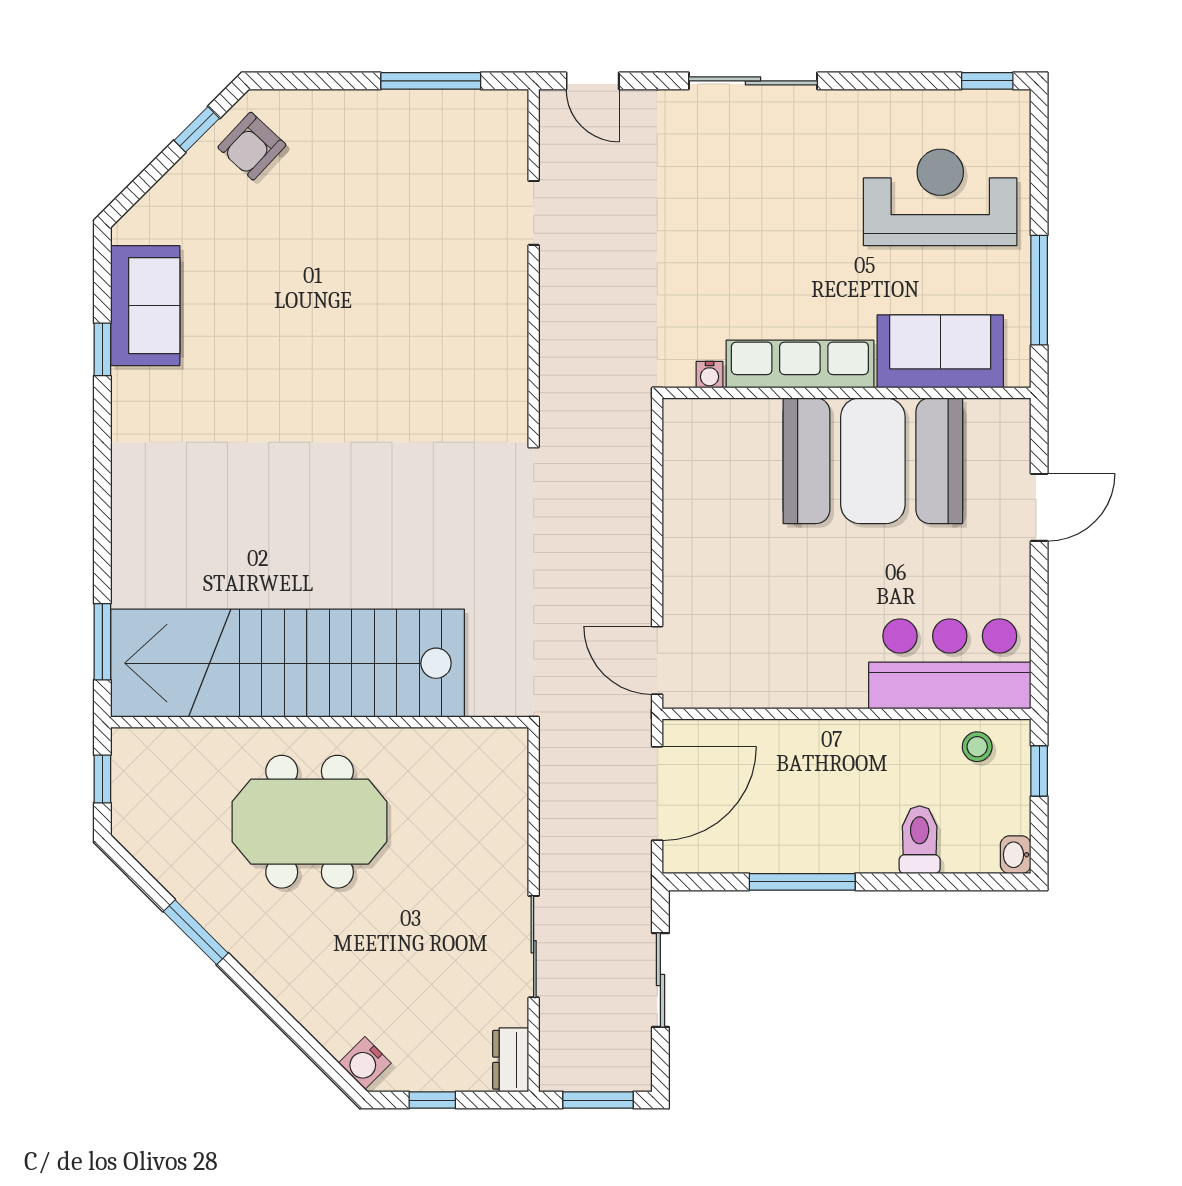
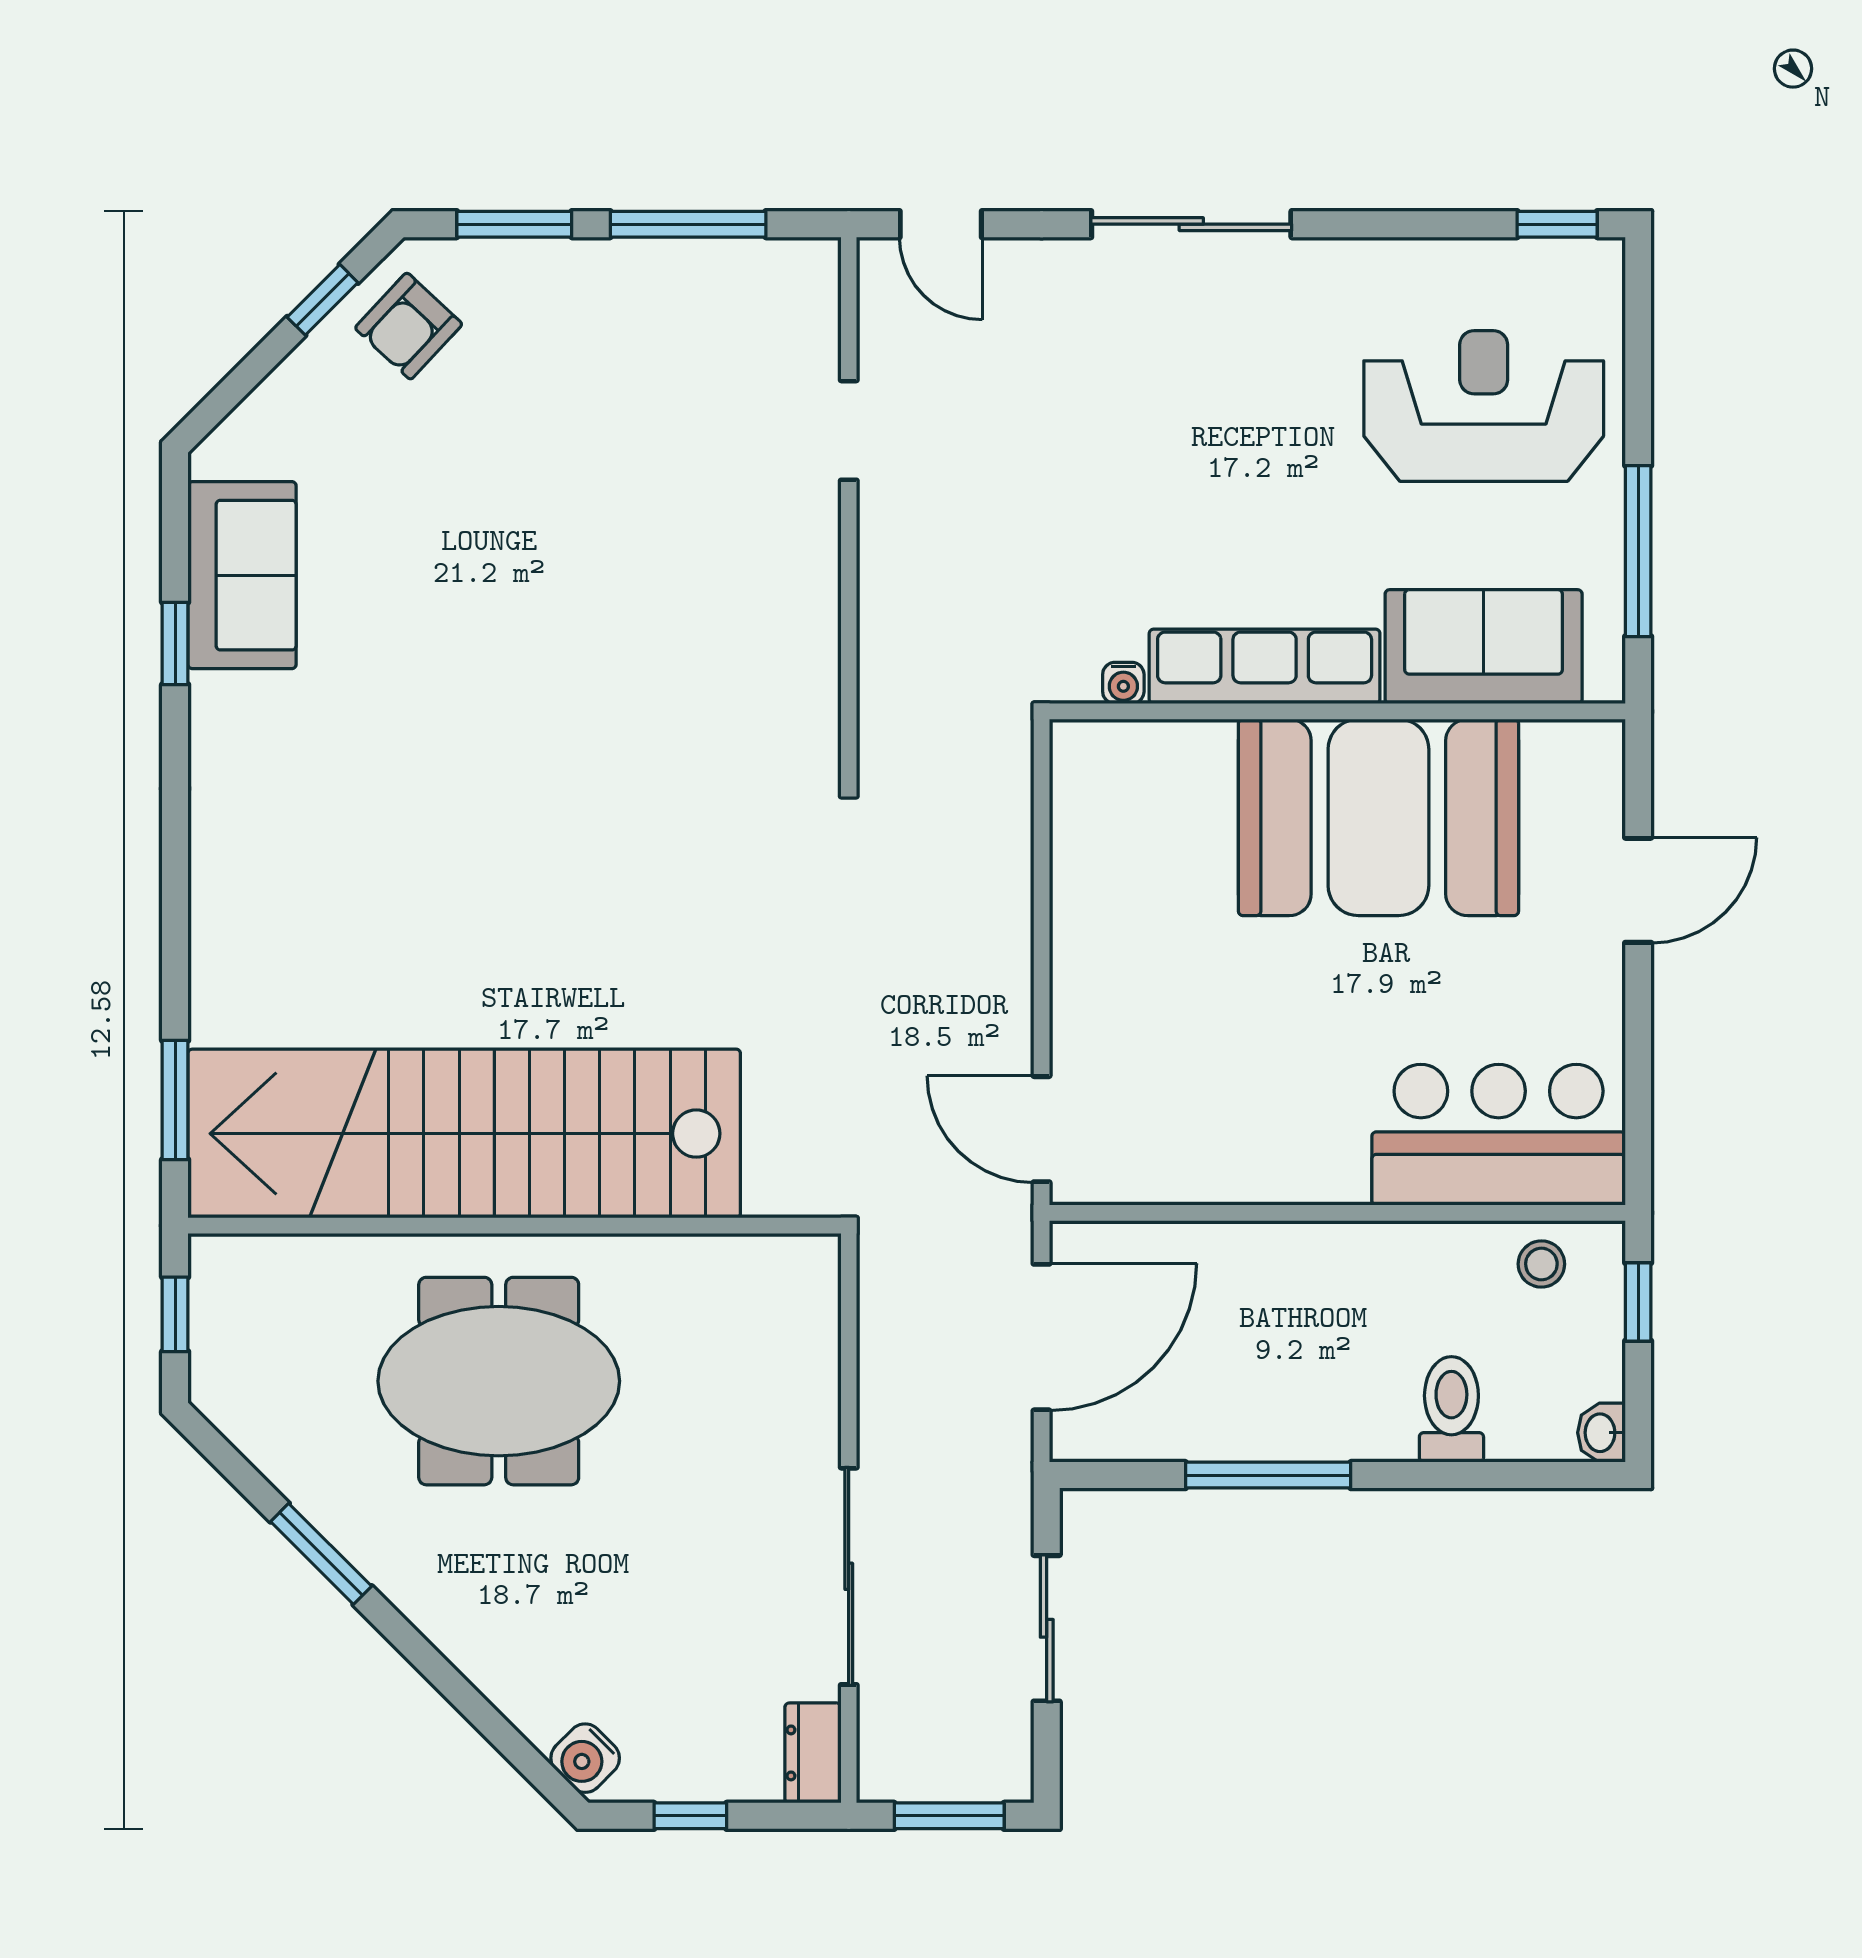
window: (319, 81) -> (514, 224), added
sliding door: (534, 947) -> (849, 1576), width x1.37

